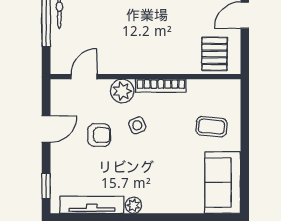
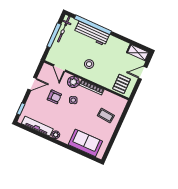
stool: (136, 44) -> (89, 64), added
door: (84, 77) -> (59, 68), swing flipped
sofa: (223, 183) -> (85, 143), moved, turned 90

